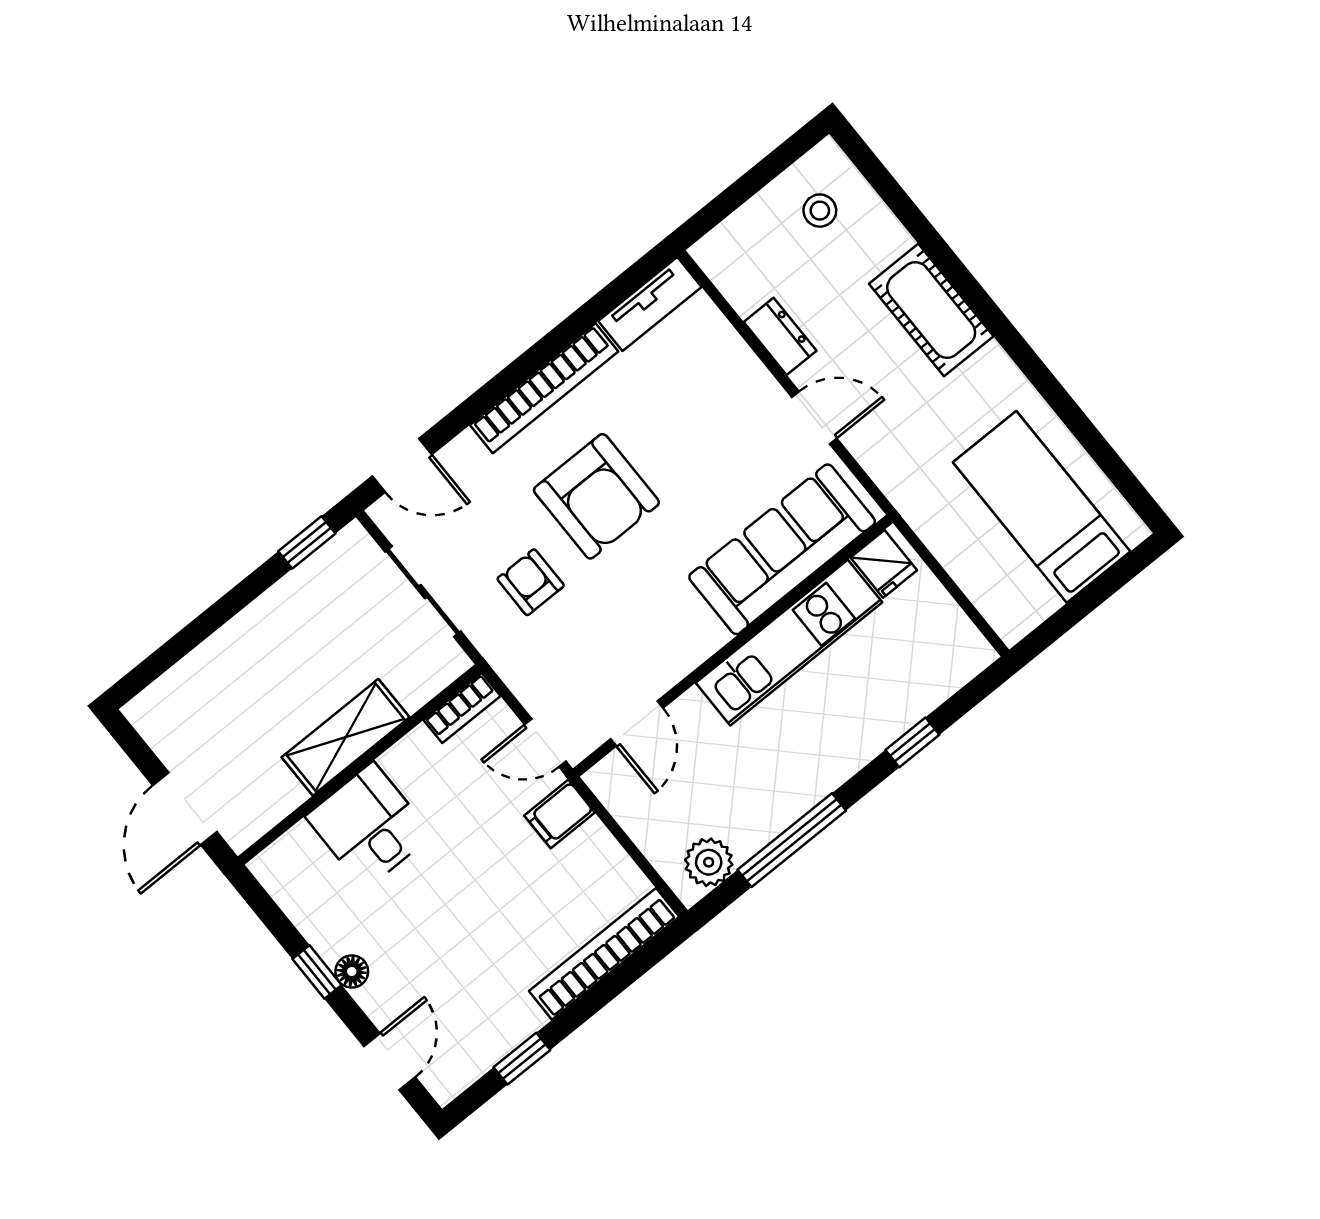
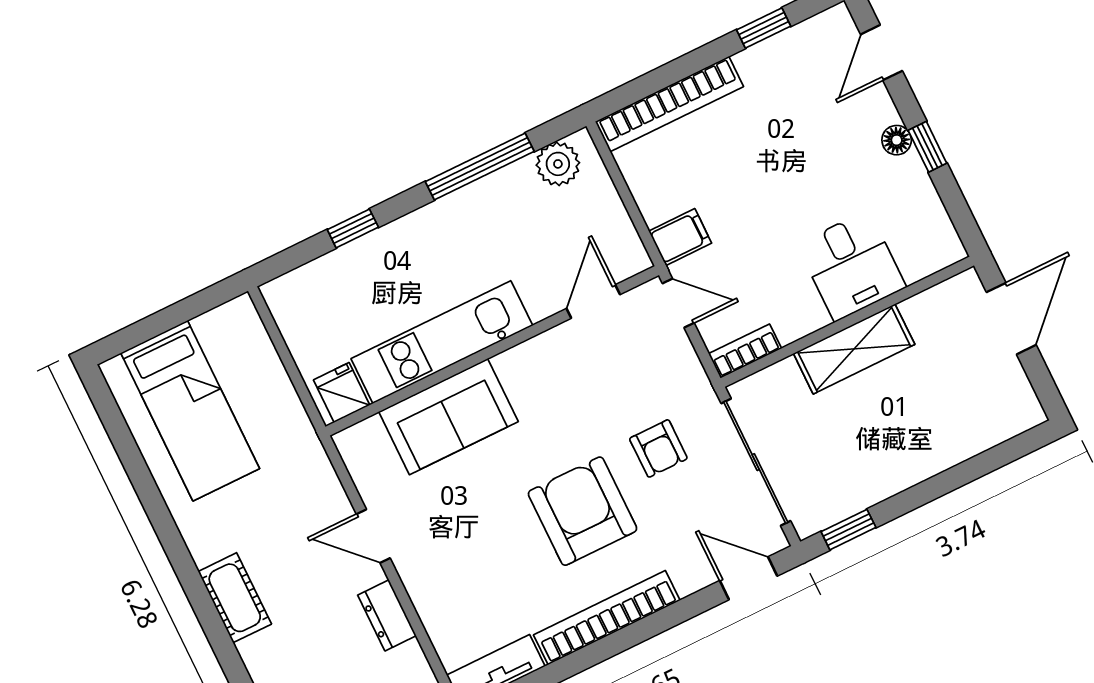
cot: (931, 310) -> (235, 598), width x0.73, depth x0.75
sofa: (782, 549) -> (448, 417), width x0.73
sliding door: (423, 592) -> (756, 462), width x1.37

